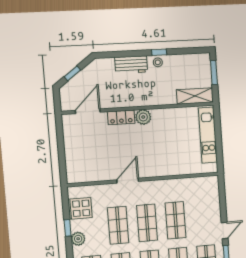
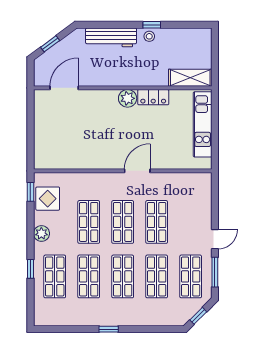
workbench: (131, 65) -> (111, 37), width x1.37
window: (214, 73) -> (215, 52), removed
locker: (121, 117) -> (153, 97), moved
door: (128, 181) -> (137, 171), moved
window: (68, 228) -> (30, 192), moved

